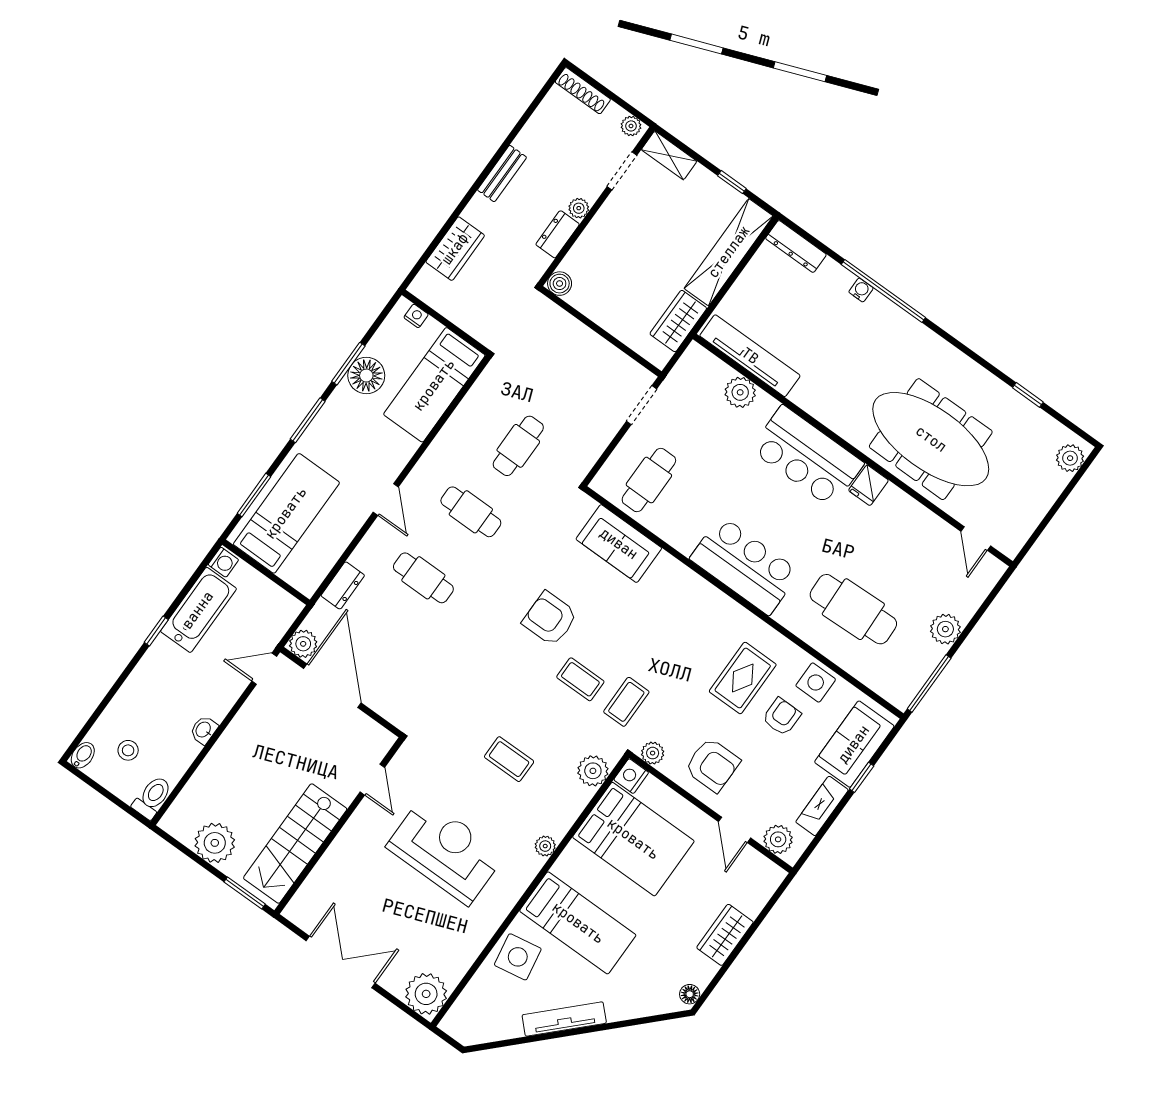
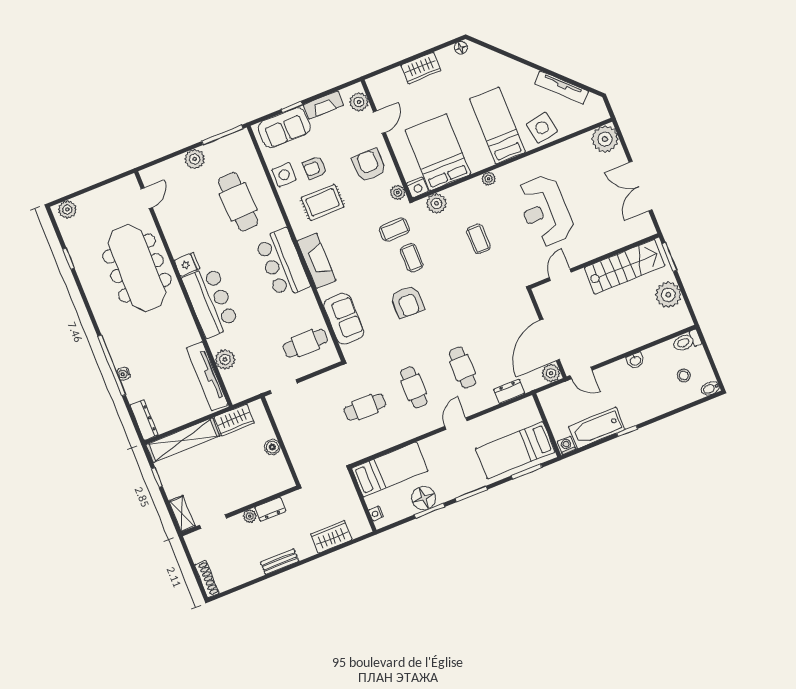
plant: (631, 126) -> (193, 543), removed
boiler: (560, 284) -> (272, 447), moved
fireplace: (702, 597) -> (317, 261), added
tv unit: (564, 1019) -> (562, 88), moved

